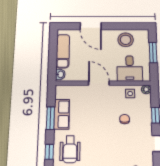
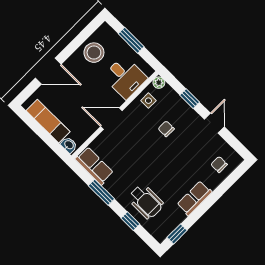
row of seats: (62, 114) -> (94, 166), moved

